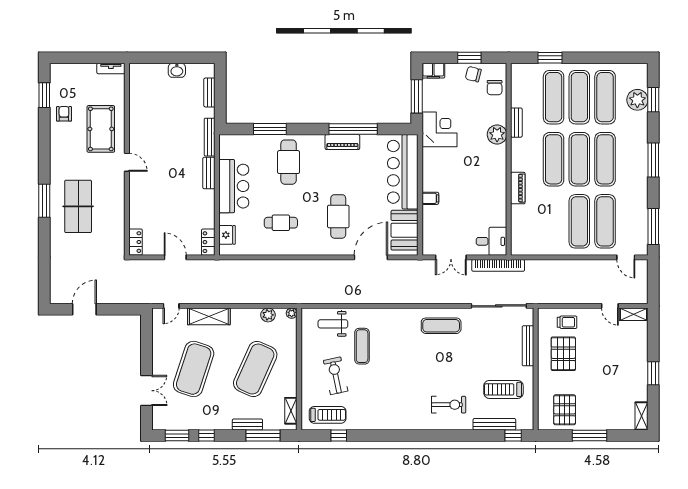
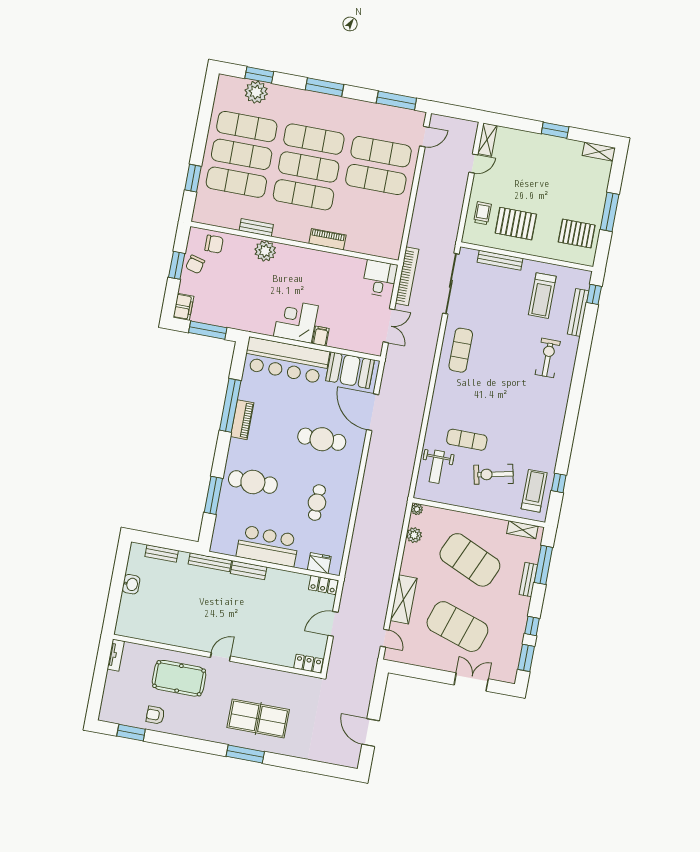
corner desk: (439, 129) -> (296, 321), moved

